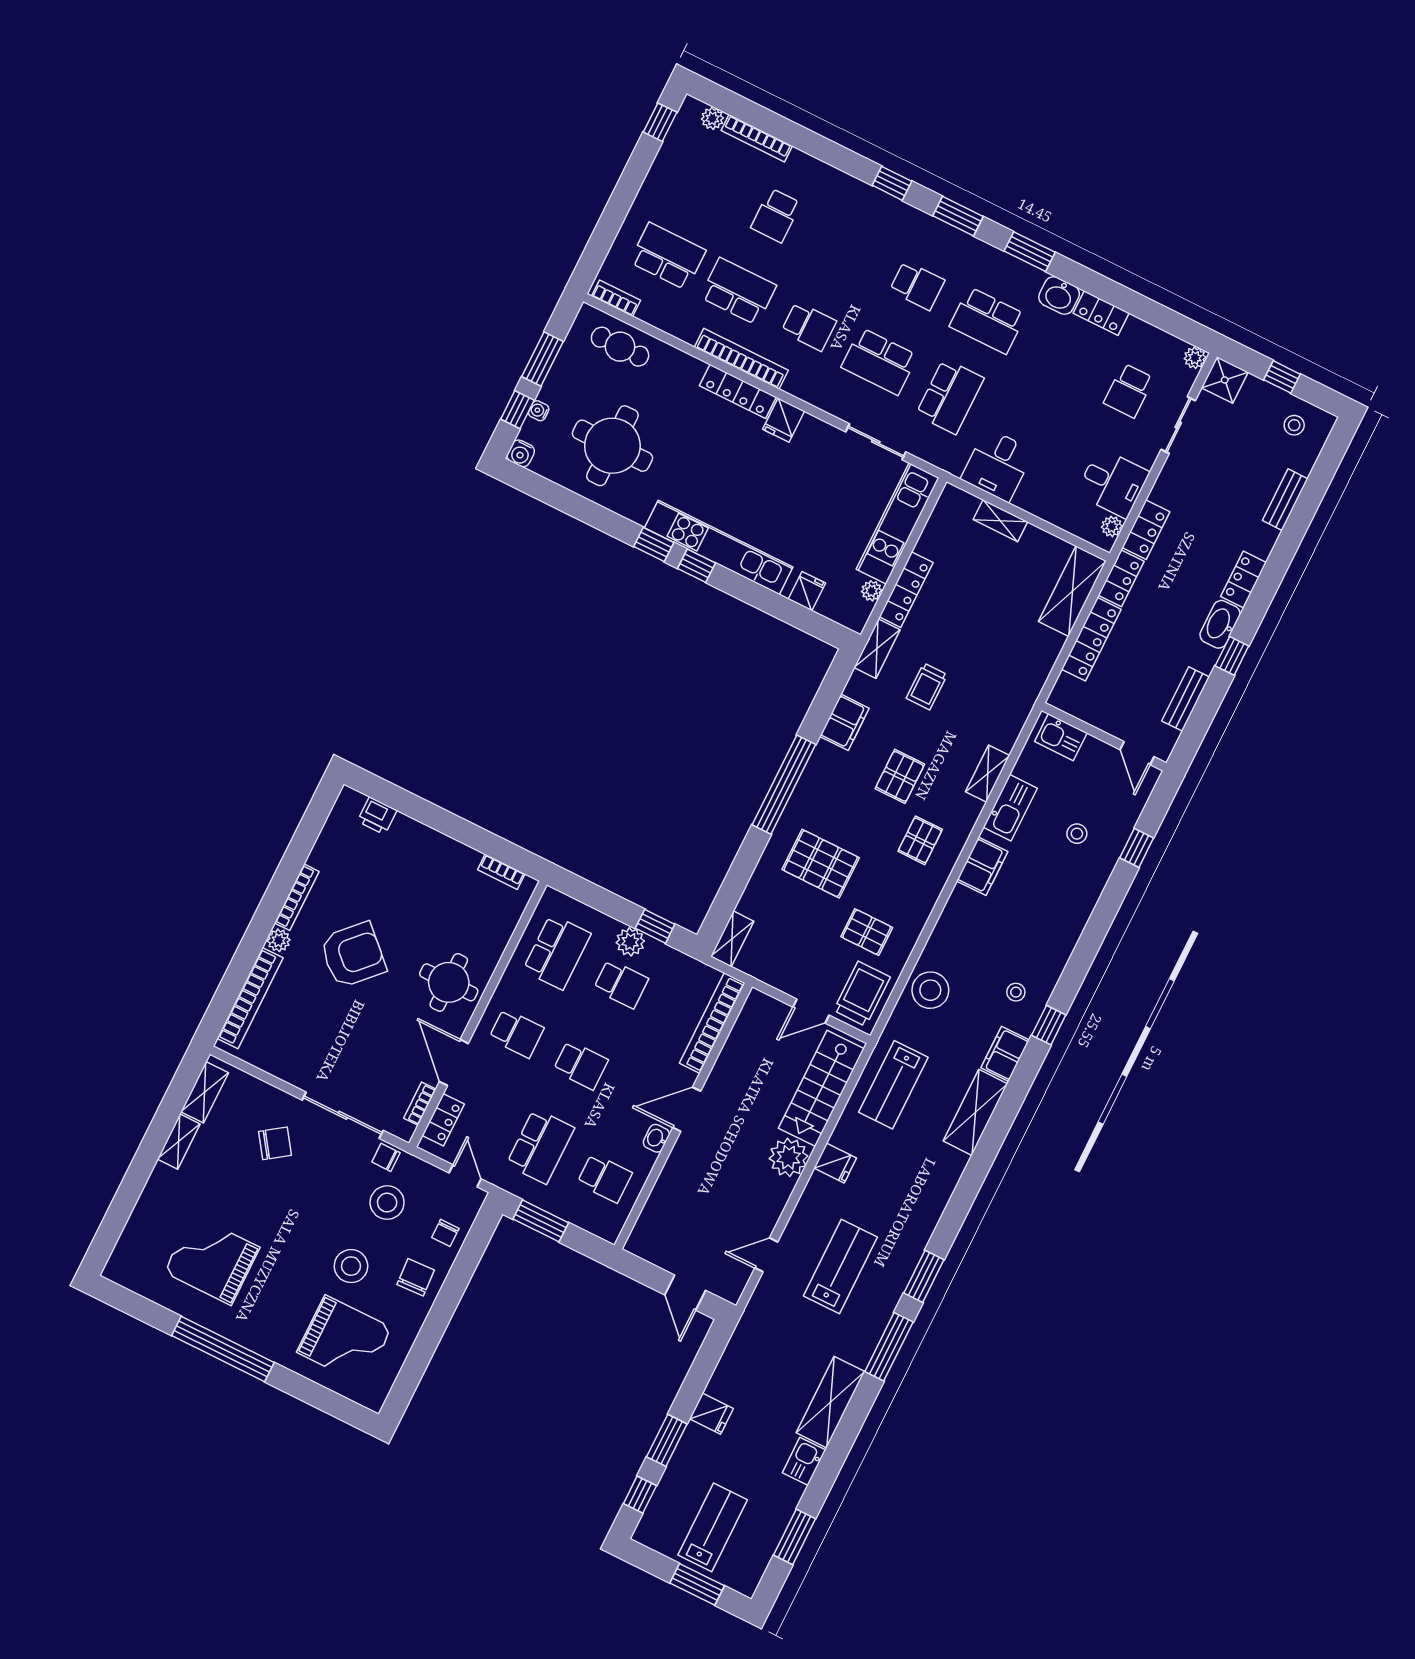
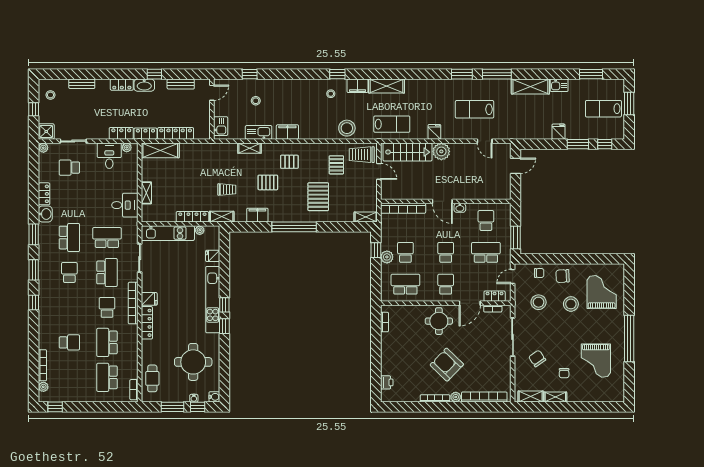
bookcase: (741, 359) -> (133, 303), moved
school desk: (1129, 390) -> (69, 168), turned 180
chair: (386, 1157) -> (564, 373), moved

